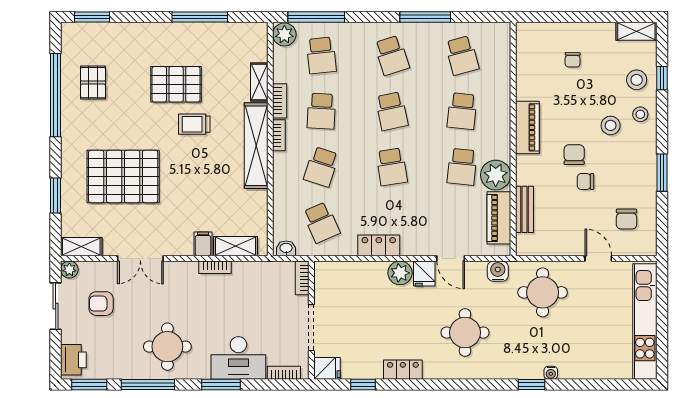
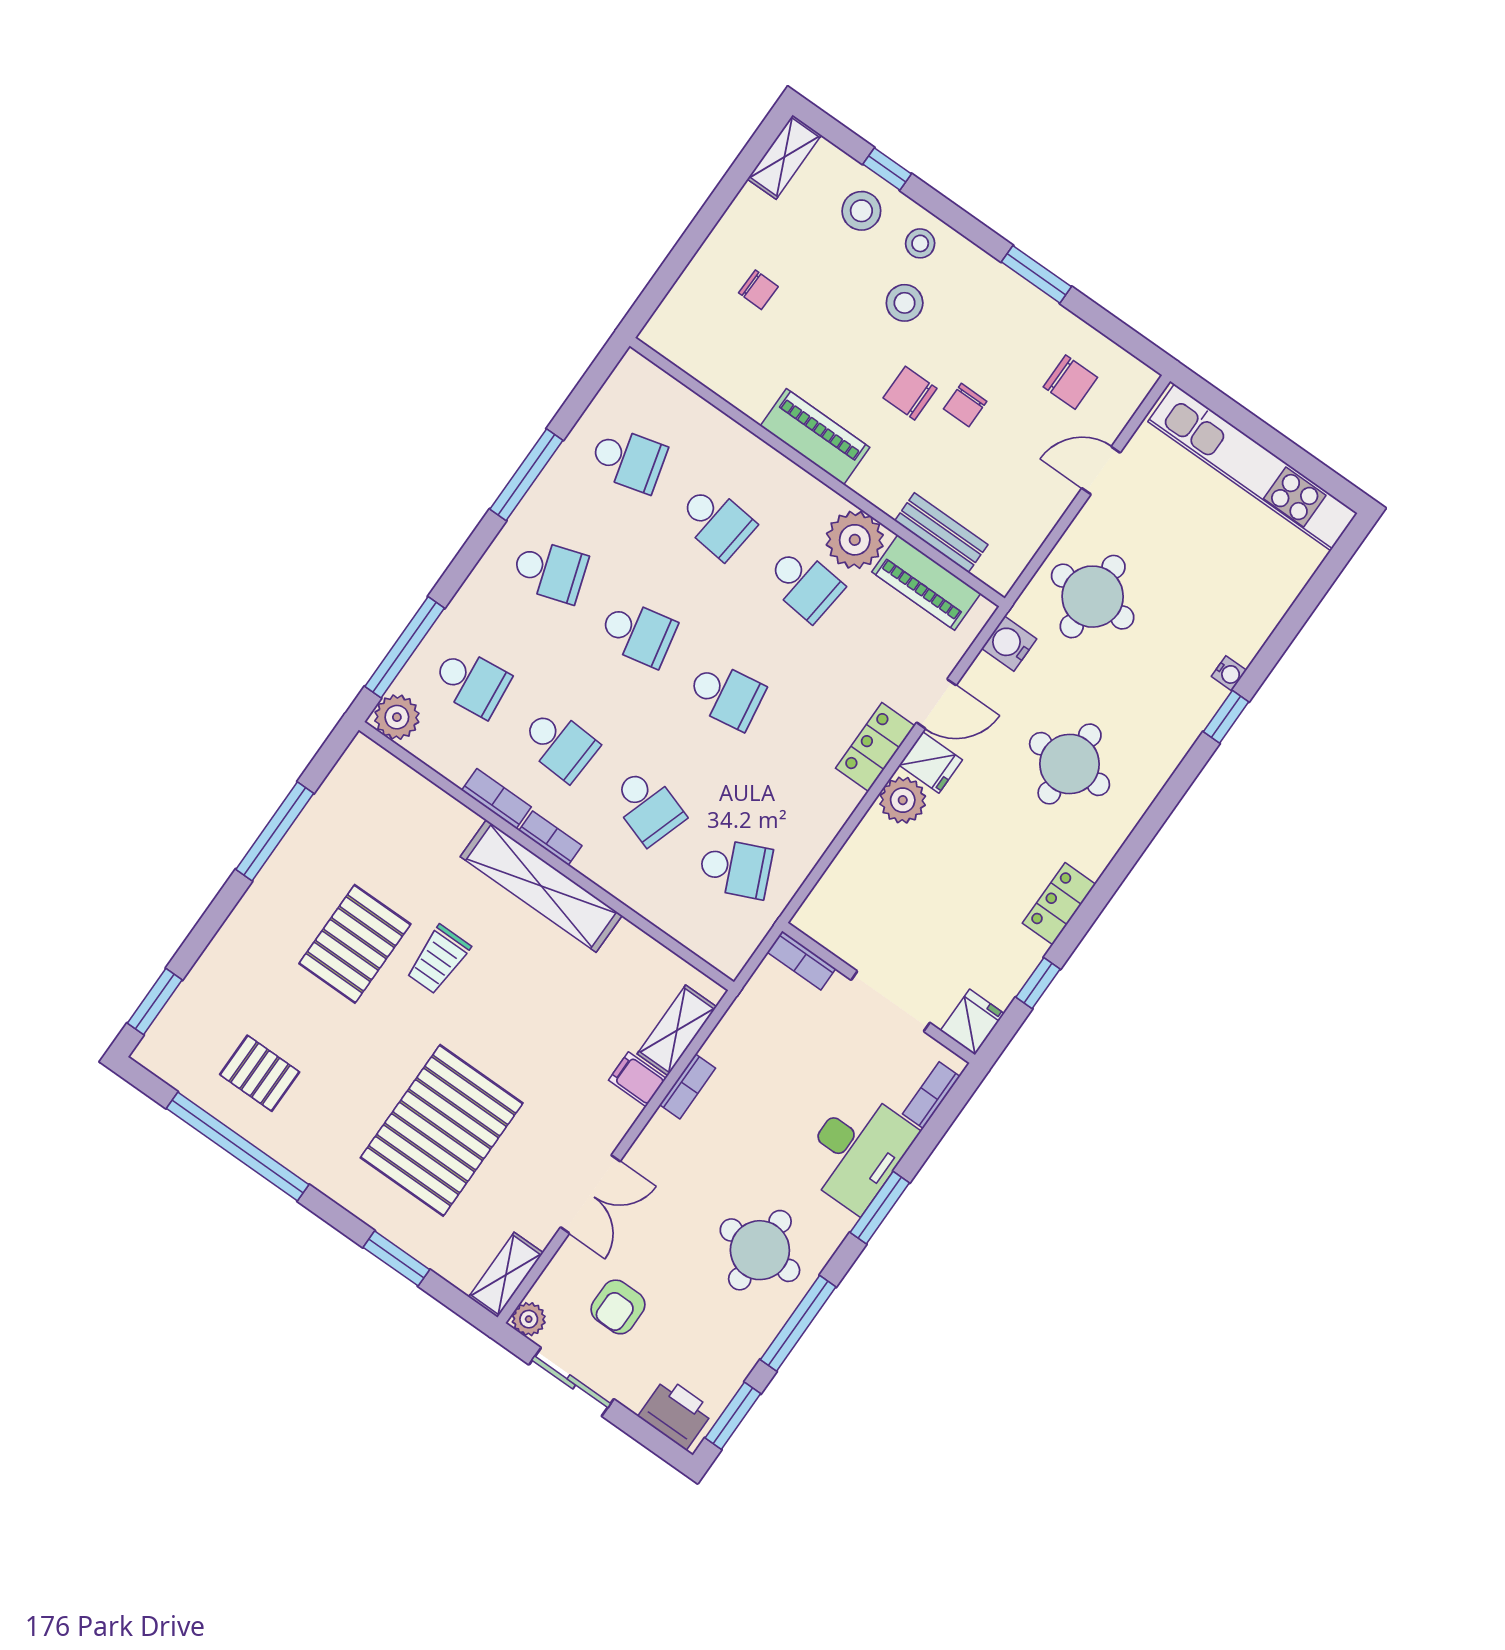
shelving: (259, 82) -> (444, 810), removed
locker: (379, 245) -> (875, 747), moved
washbasin: (286, 248) -> (737, 953), removed

